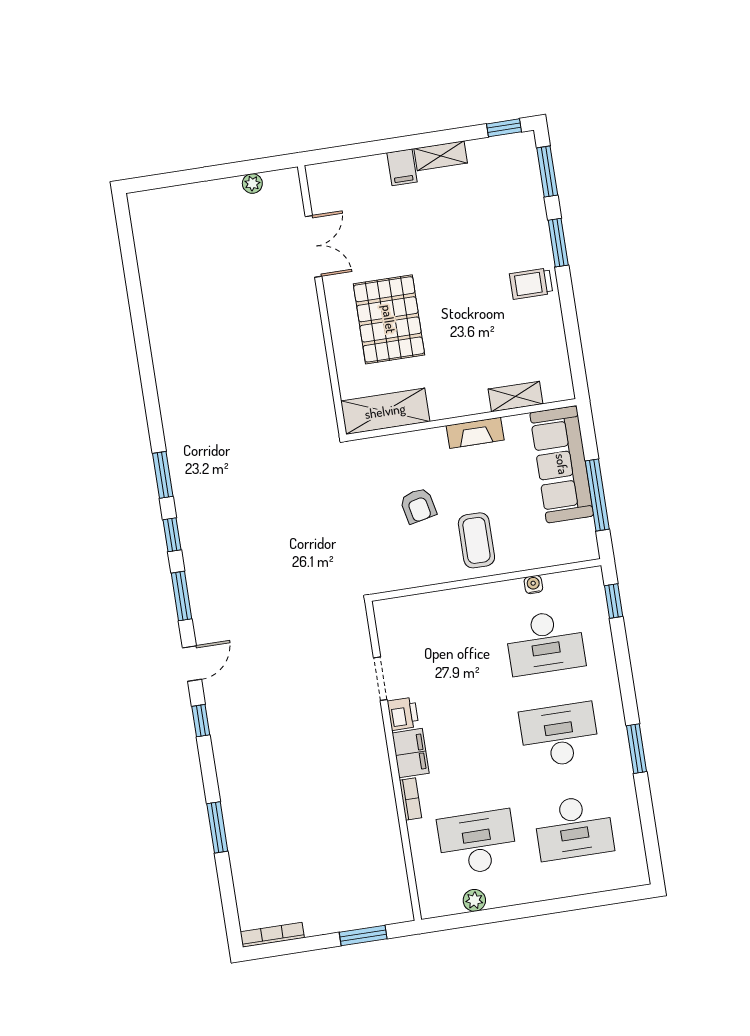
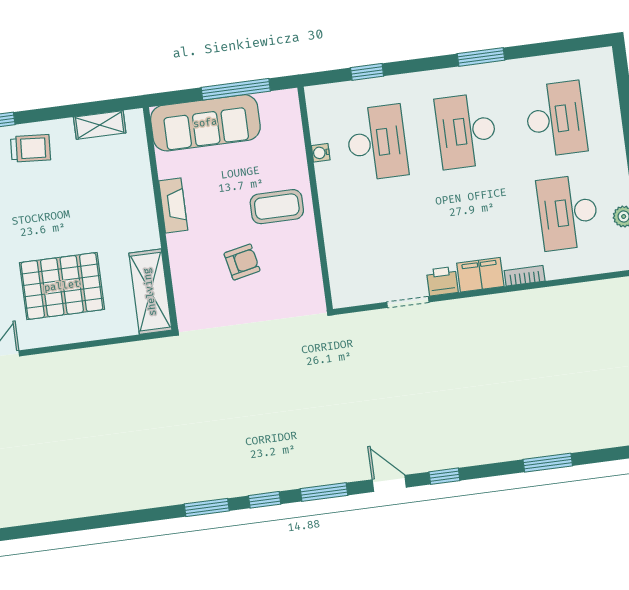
trolley: (531, 284) -> (31, 148), turned -86
shelving: (515, 397) -> (100, 125), moved, turned 90
window: (614, 601) -> (367, 72), moved

